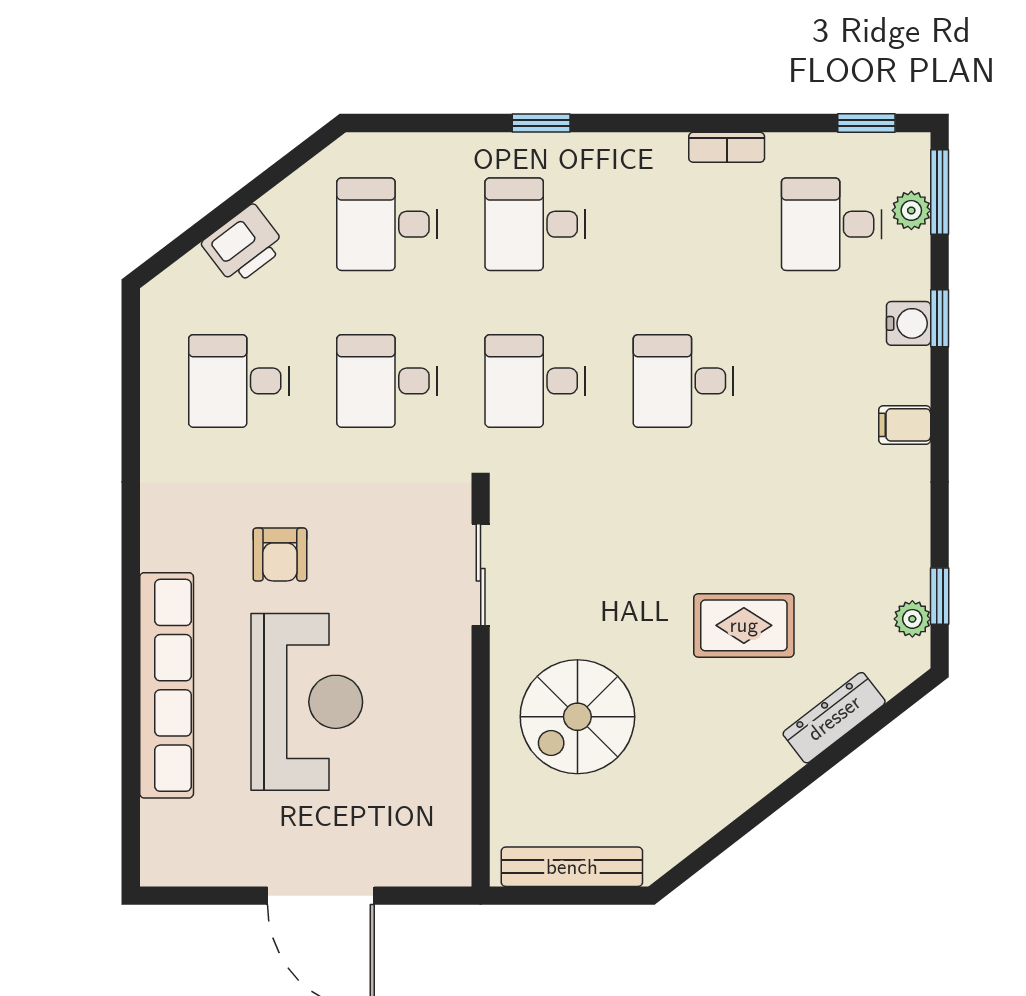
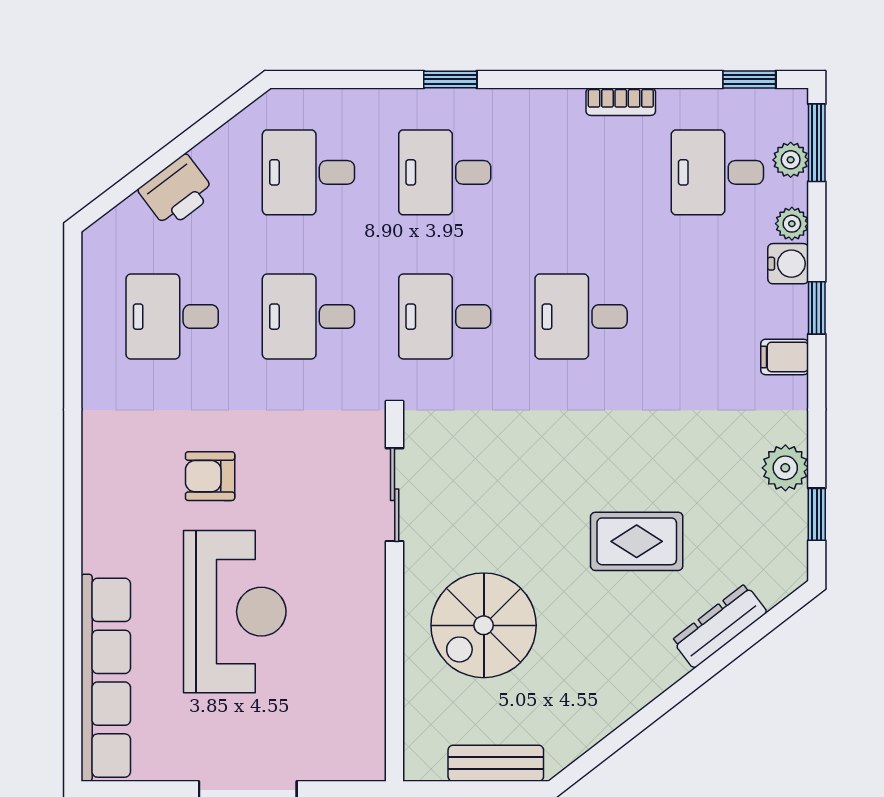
plant: (913, 280) -> (792, 224), added
window: (940, 318) -> (817, 308), moved
armchair: (280, 555) -> (210, 476), turned 90
plant: (912, 619) -> (785, 468), moved, width x1.38, depth x1.38
row of seats: (167, 685) -> (106, 678), moved
bench: (572, 867) -> (496, 763), width x0.73

